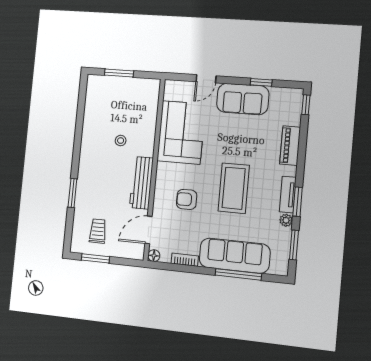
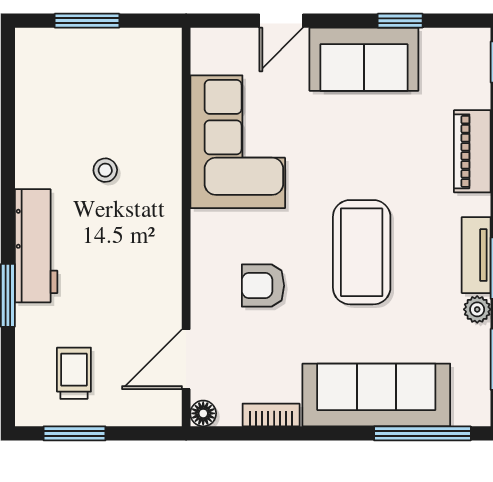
workbench: (141, 183) -> (36, 246), moved, turned 180
window: (238, 274) -> (422, 433), moved

